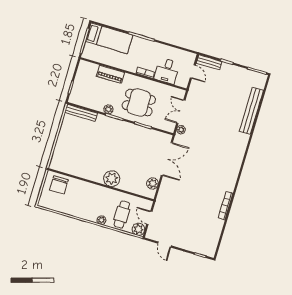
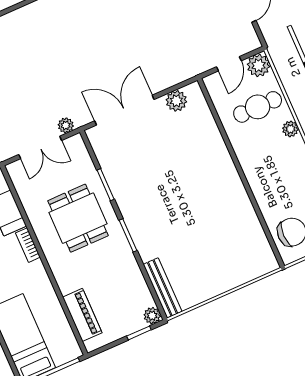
piano: (110, 74) -> (82, 315), moved
plant: (108, 109) -> (152, 316), moved
plant: (112, 179) -> (219, 165), removed

